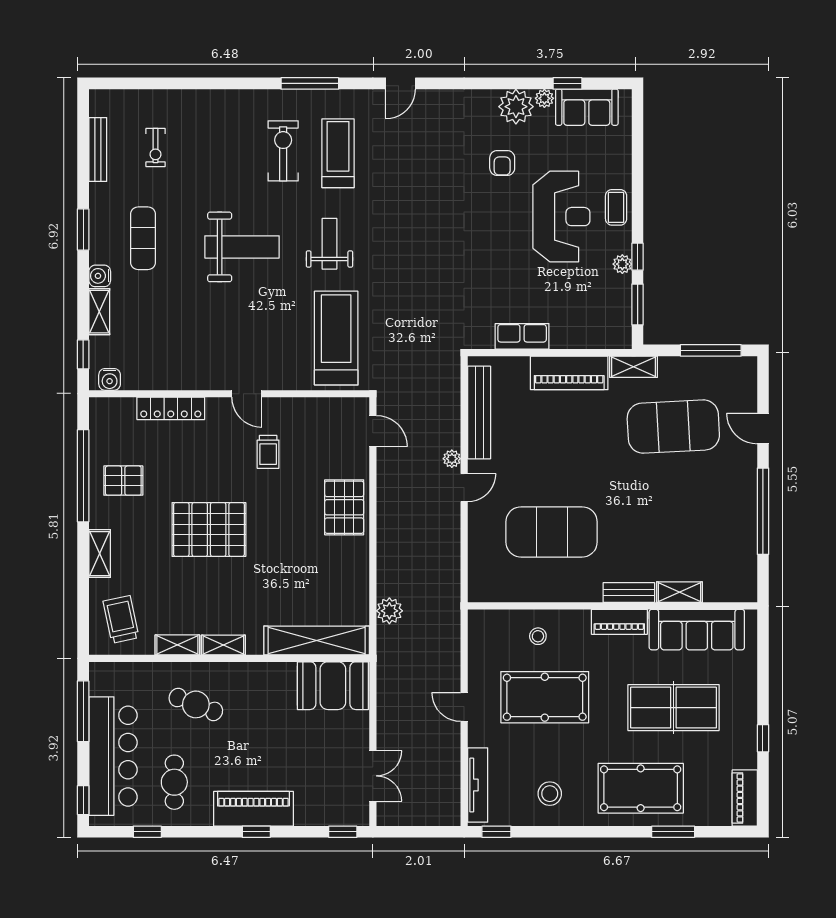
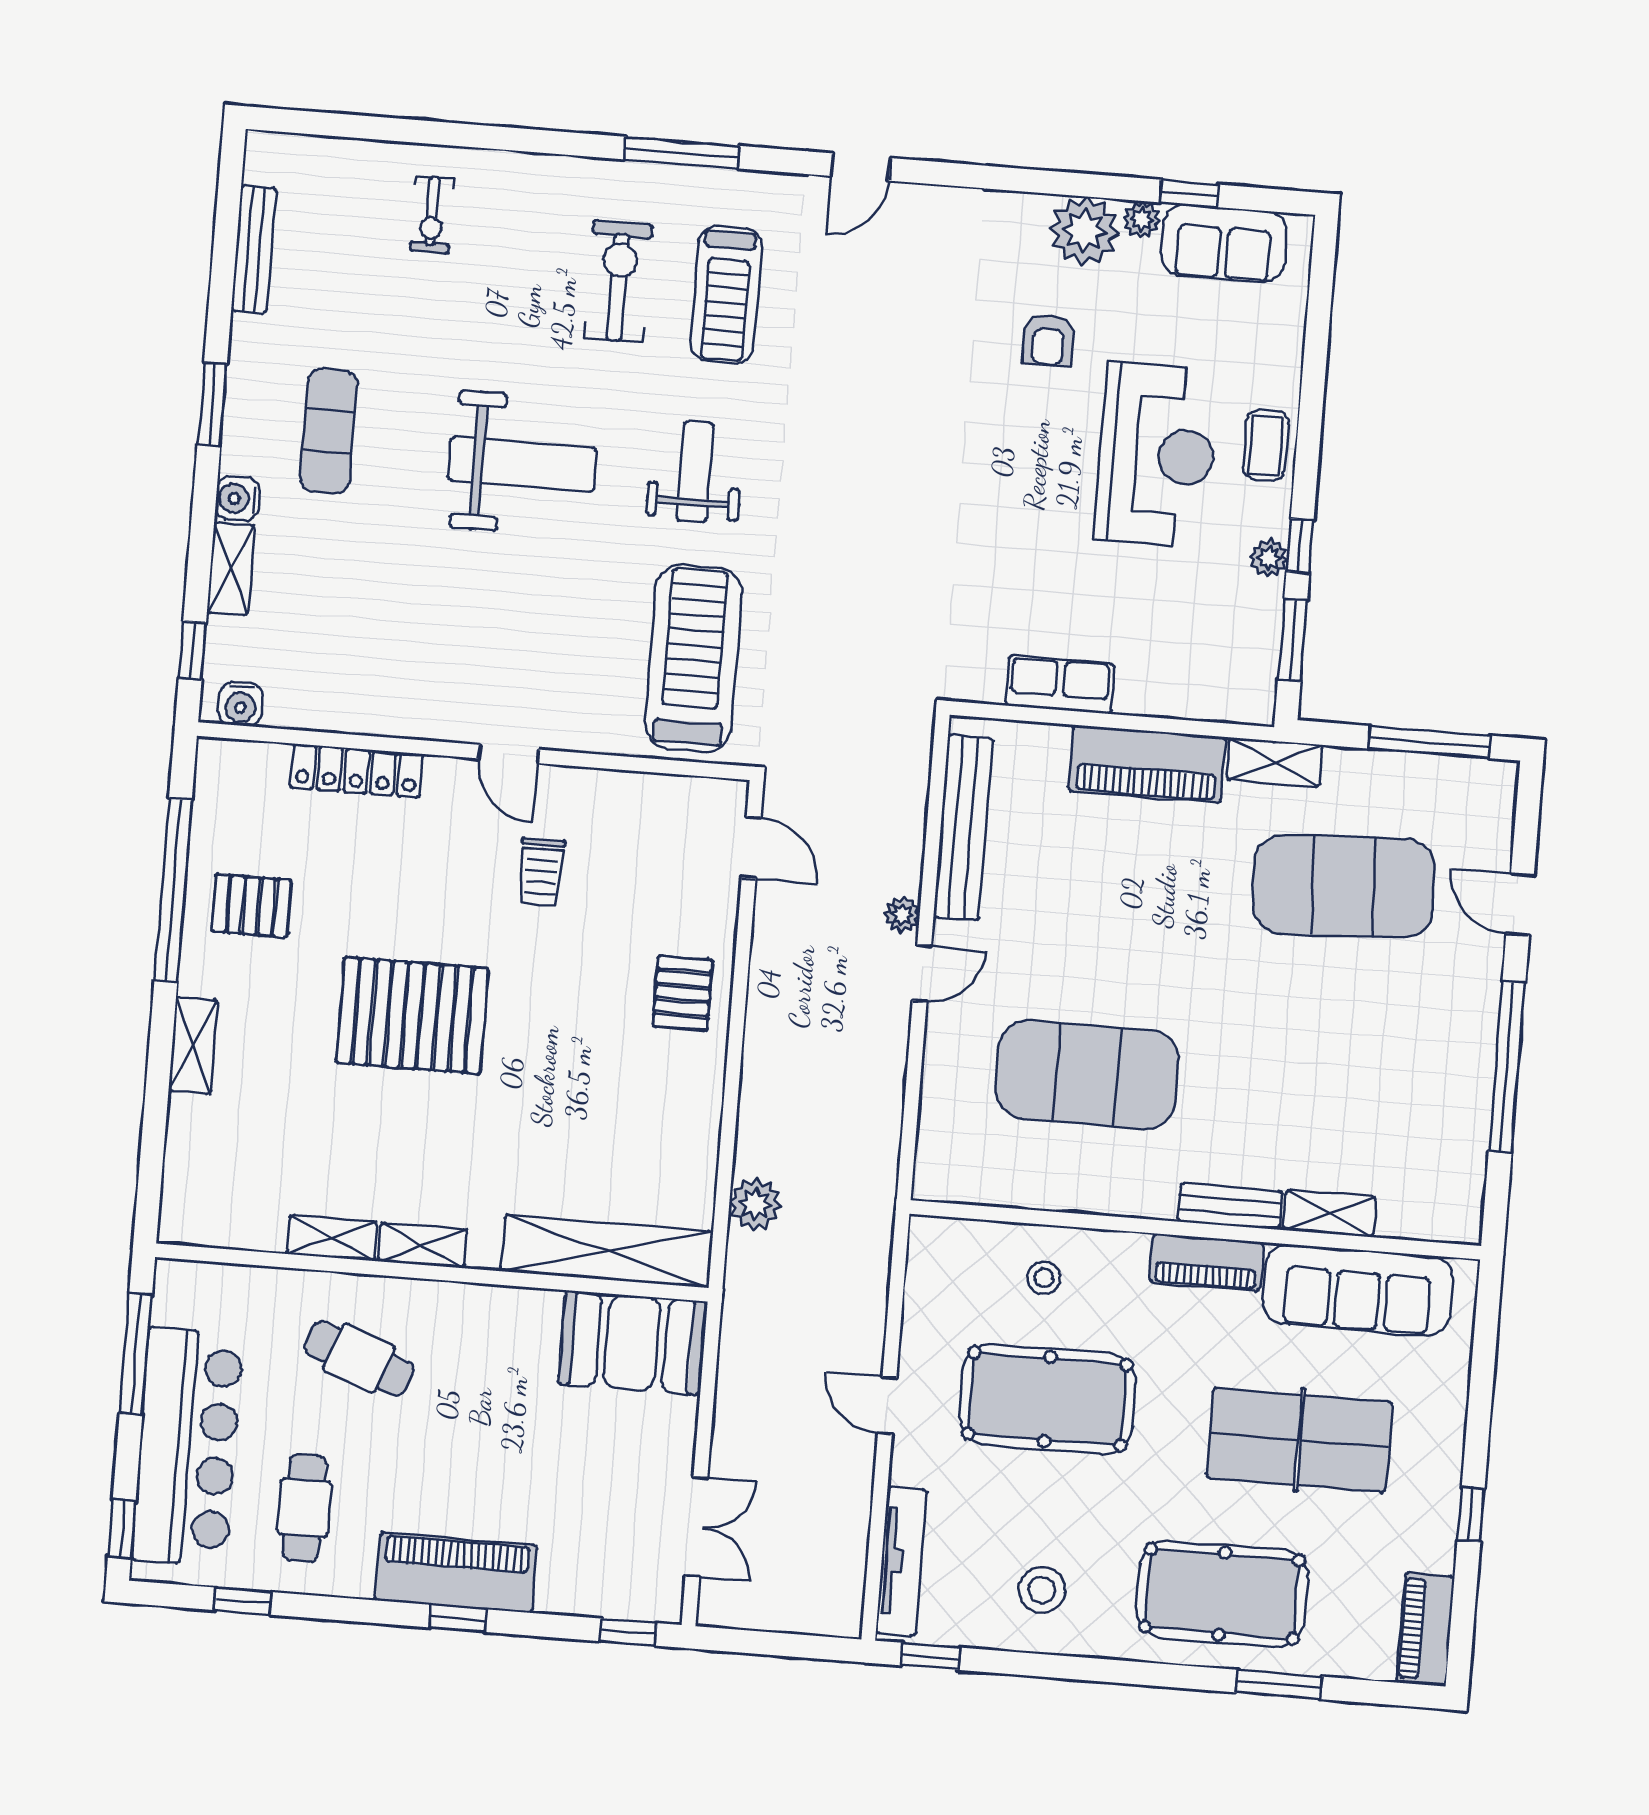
exercise bike: (156, 147) -> (432, 215), moved
treadmill: (338, 153) -> (726, 295), turned 180
pallet: (344, 507) -> (683, 993), width x0.67, depth x0.71
trolley: (121, 619) -> (225, 1179), removed

